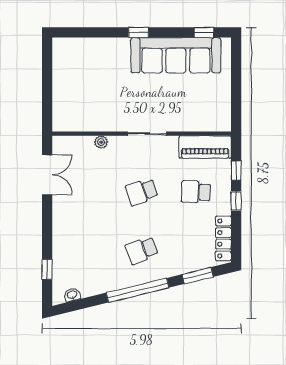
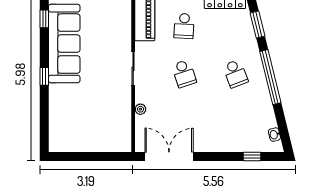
double door: (47, 175) -> (169, 157), width x1.37

